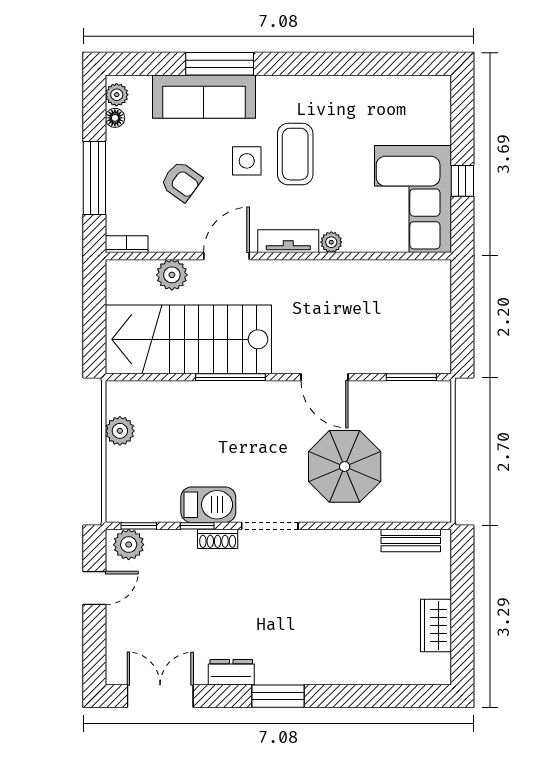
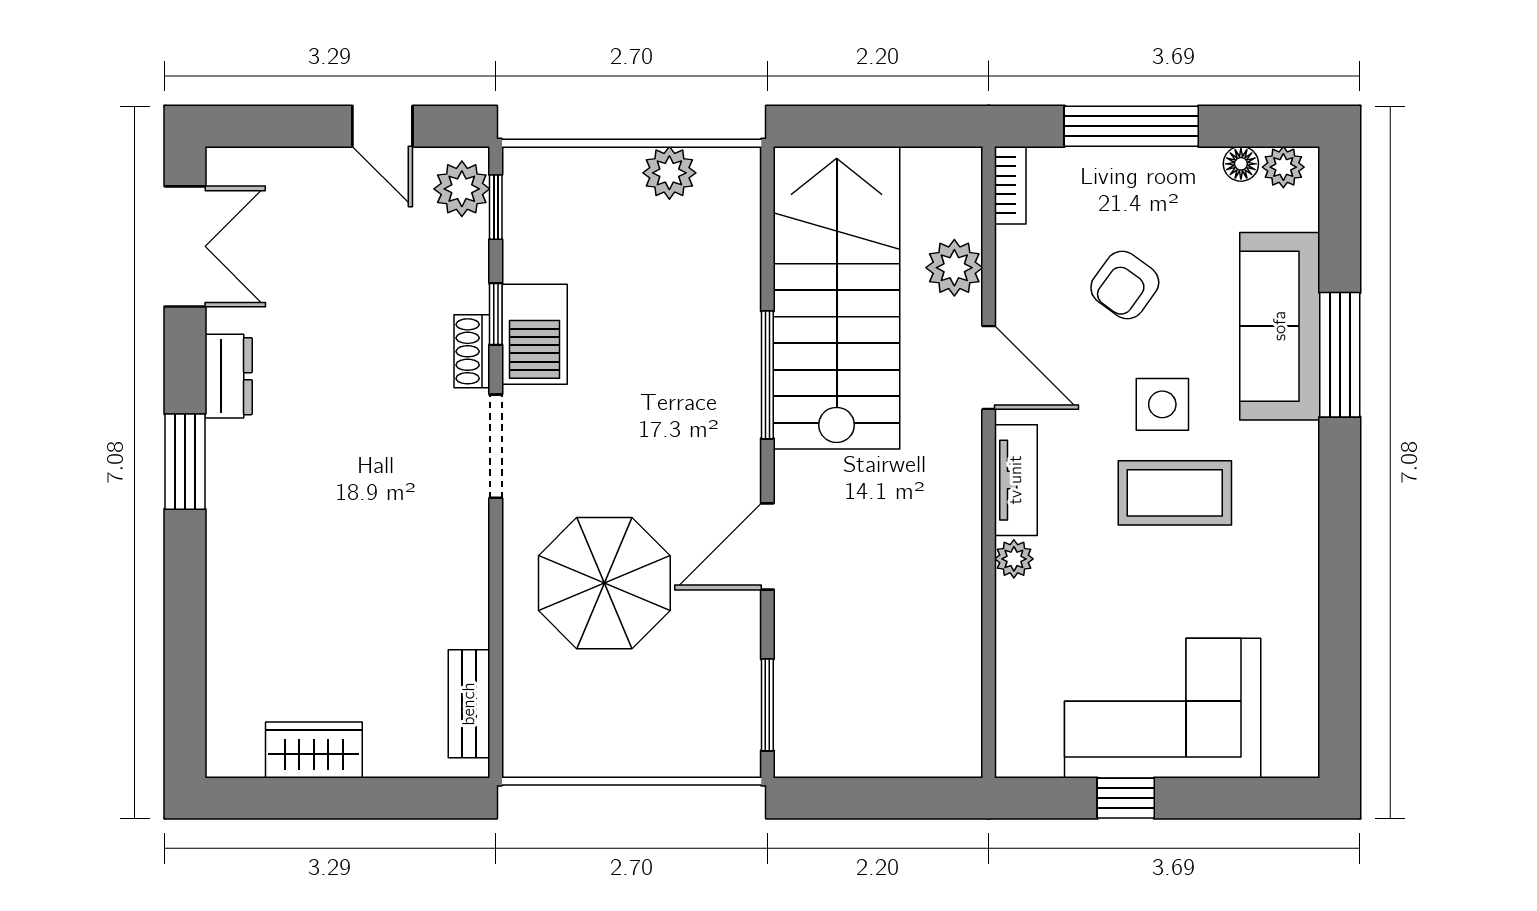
corner sofa: (413, 199) -> (1163, 708), moved

